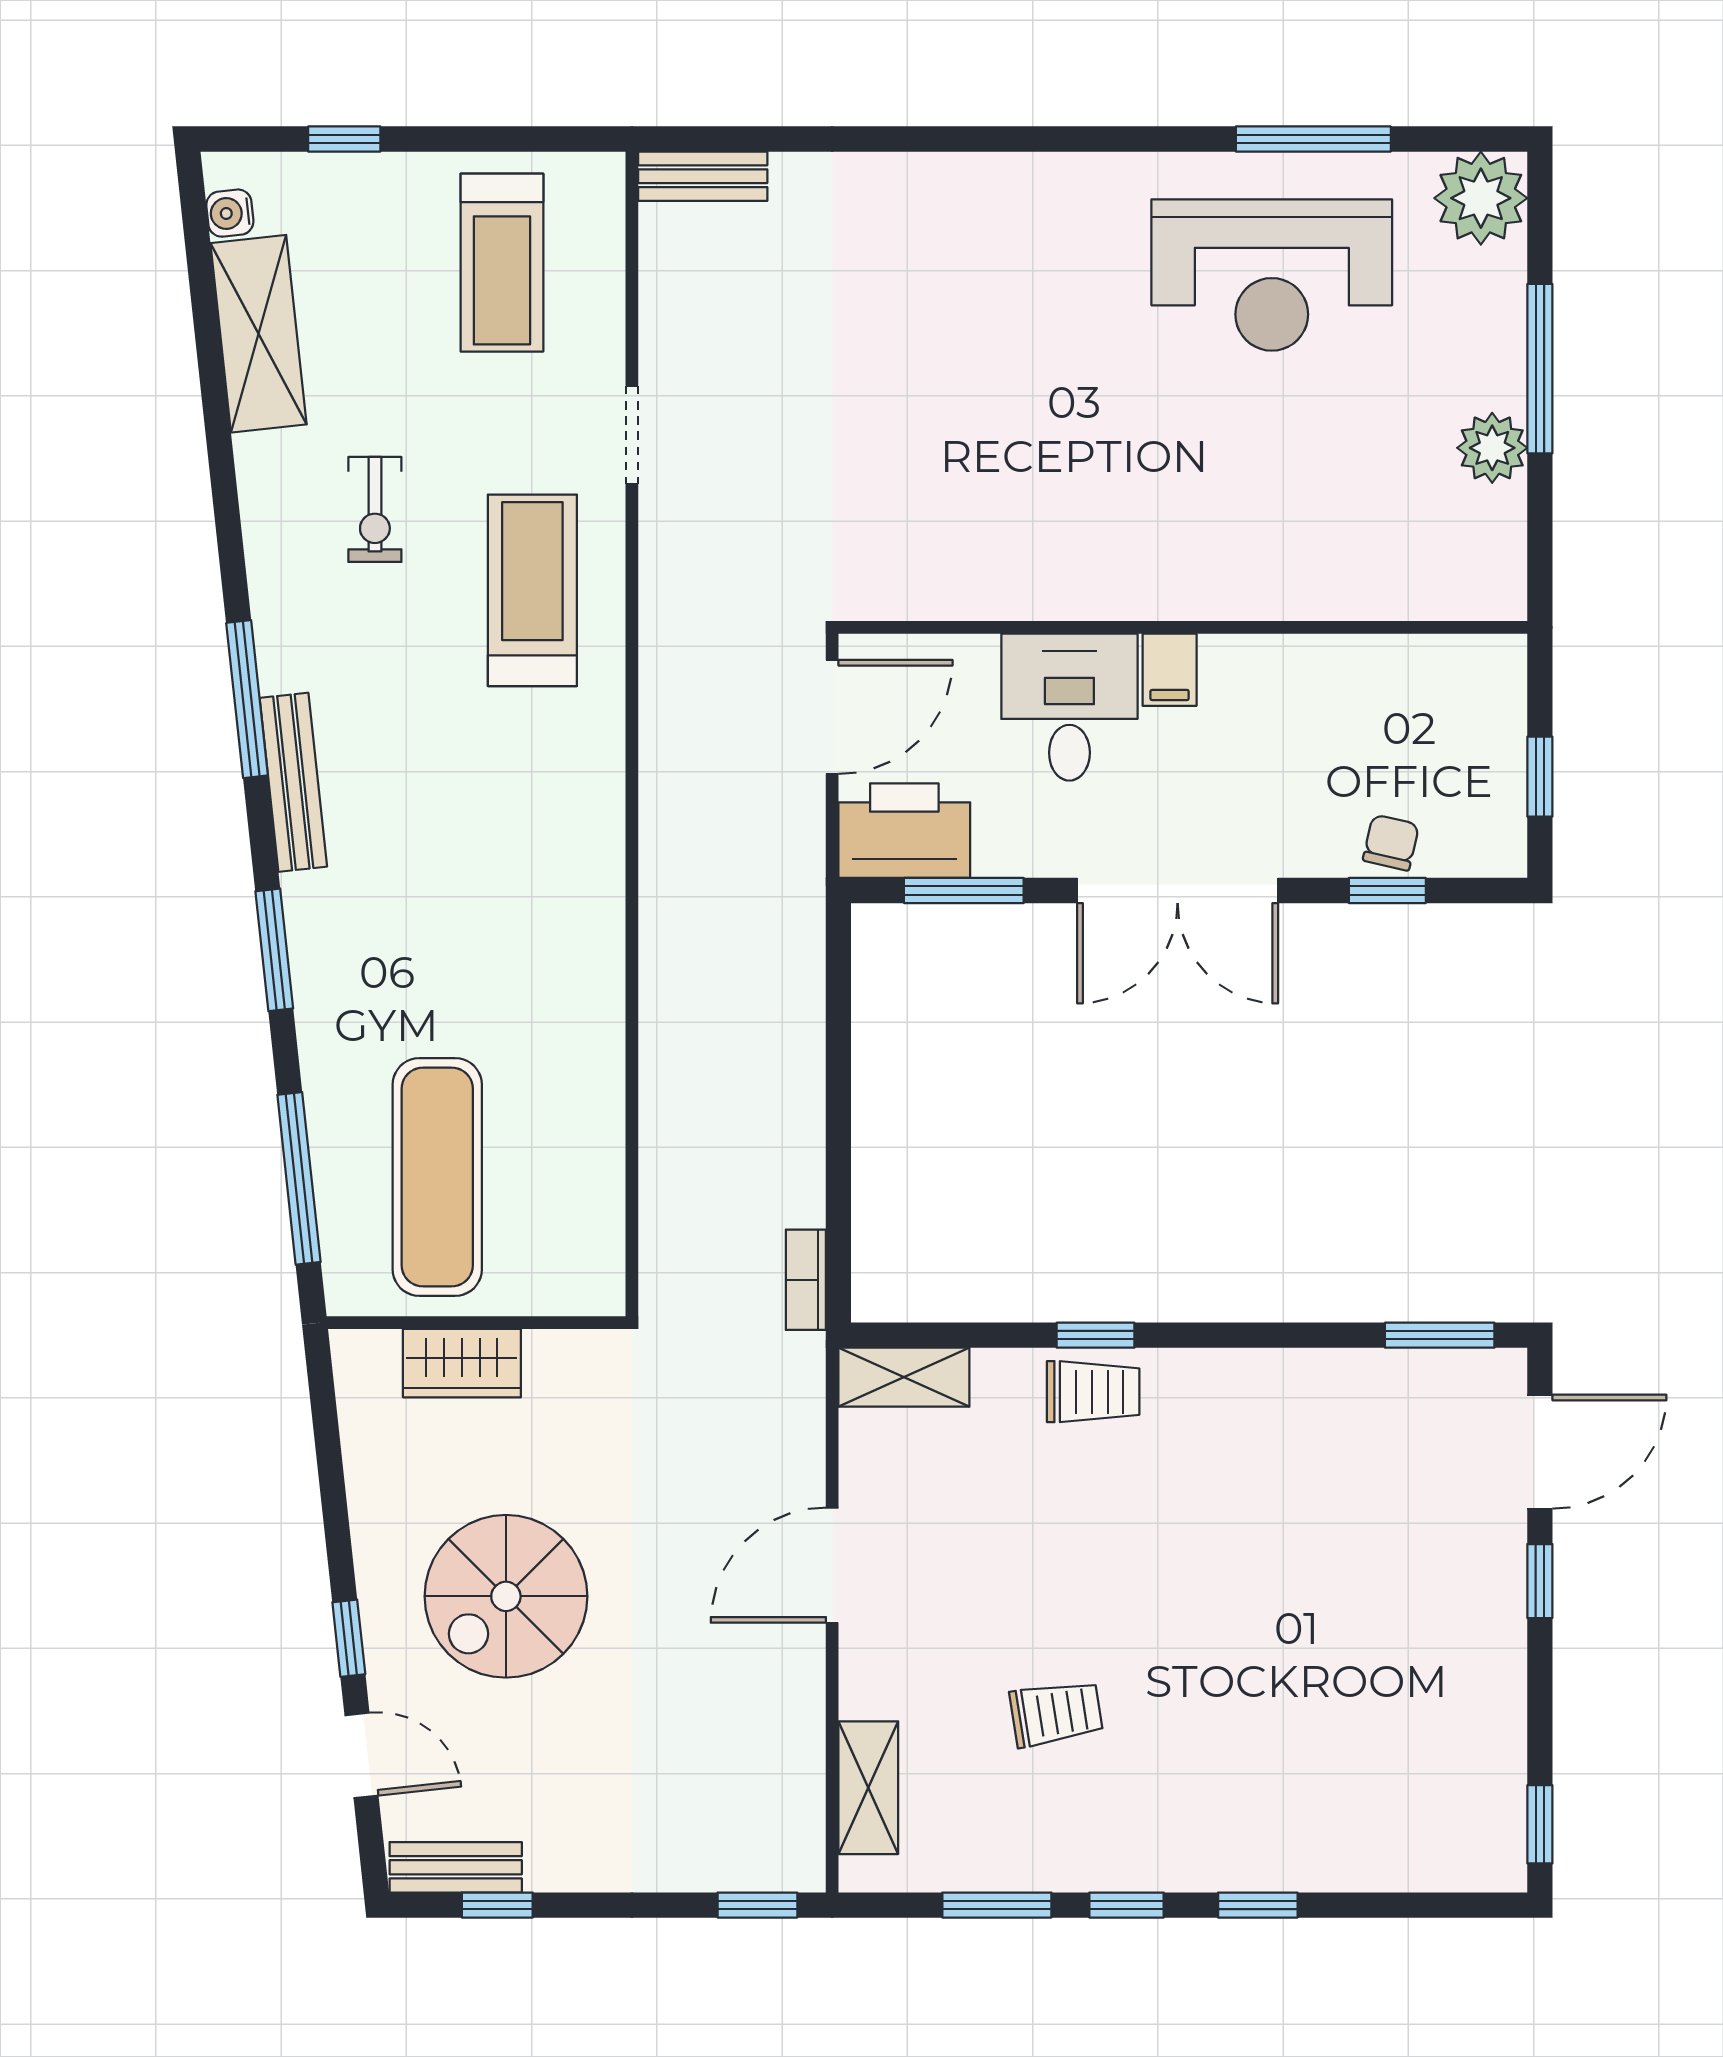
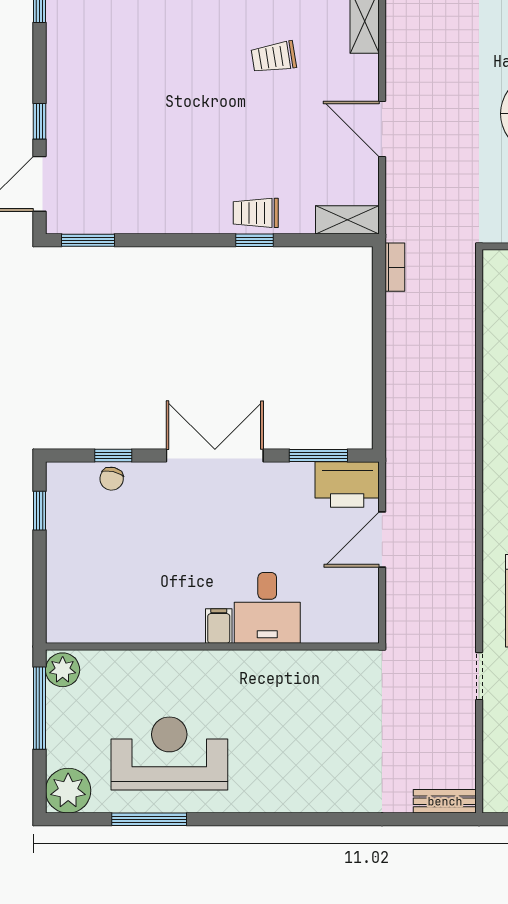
wall: (1183, 627) -> (212, 646), moved
filing cabinet: (1170, 670) -> (219, 626), moved
desk: (1069, 707) -> (267, 608), moved
door: (832, 1565) -> (382, 129), swing flipped

